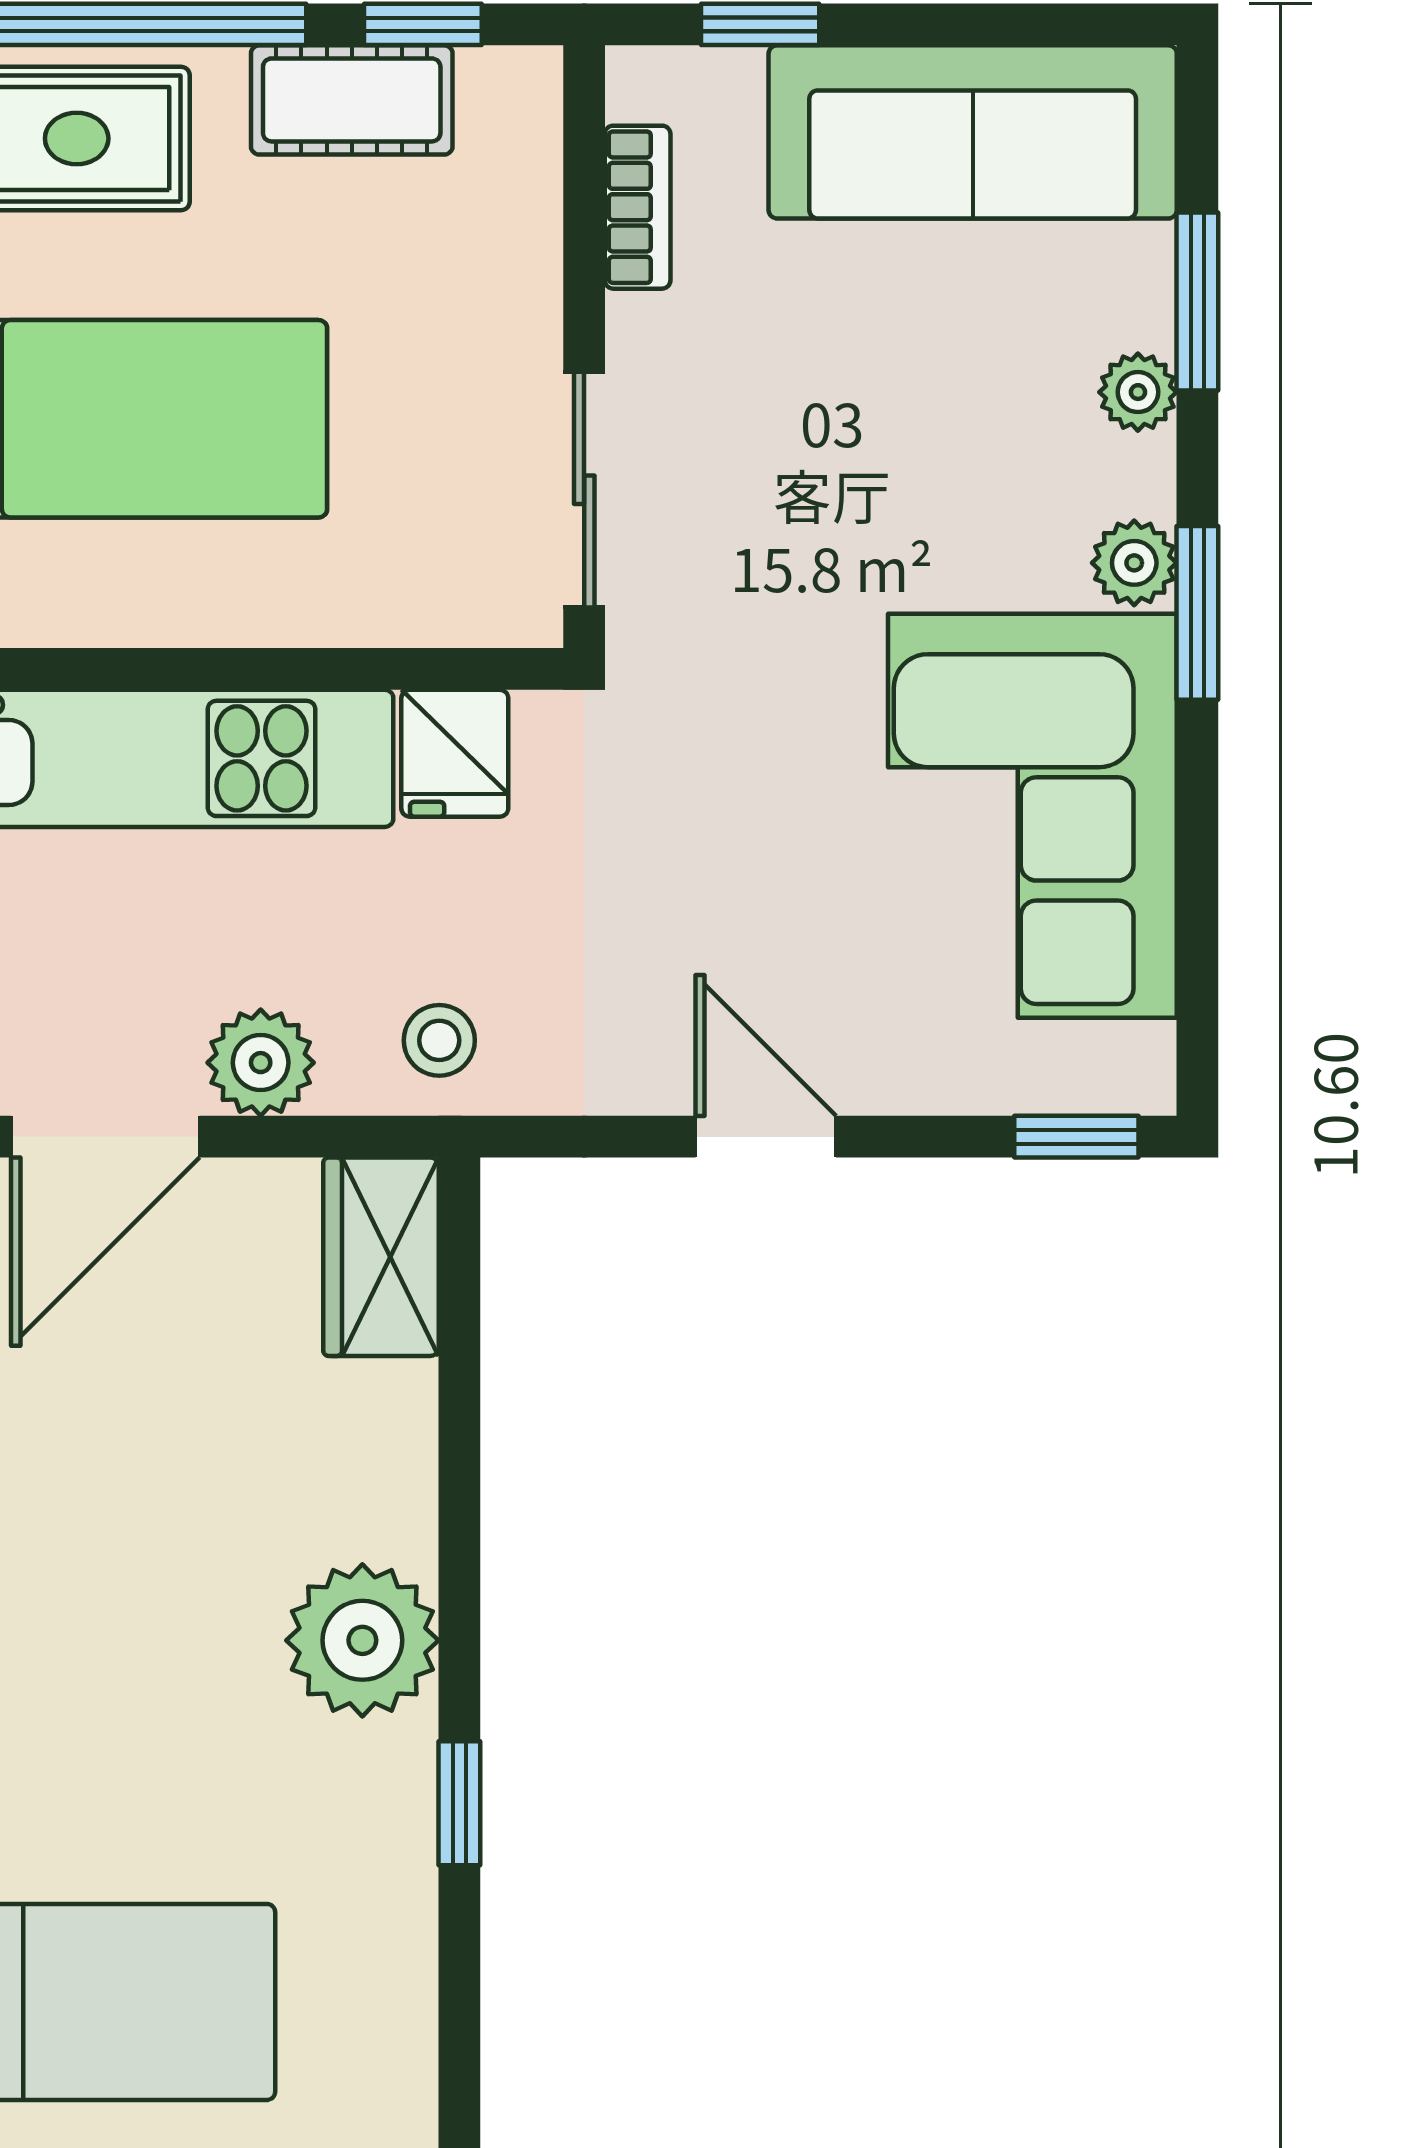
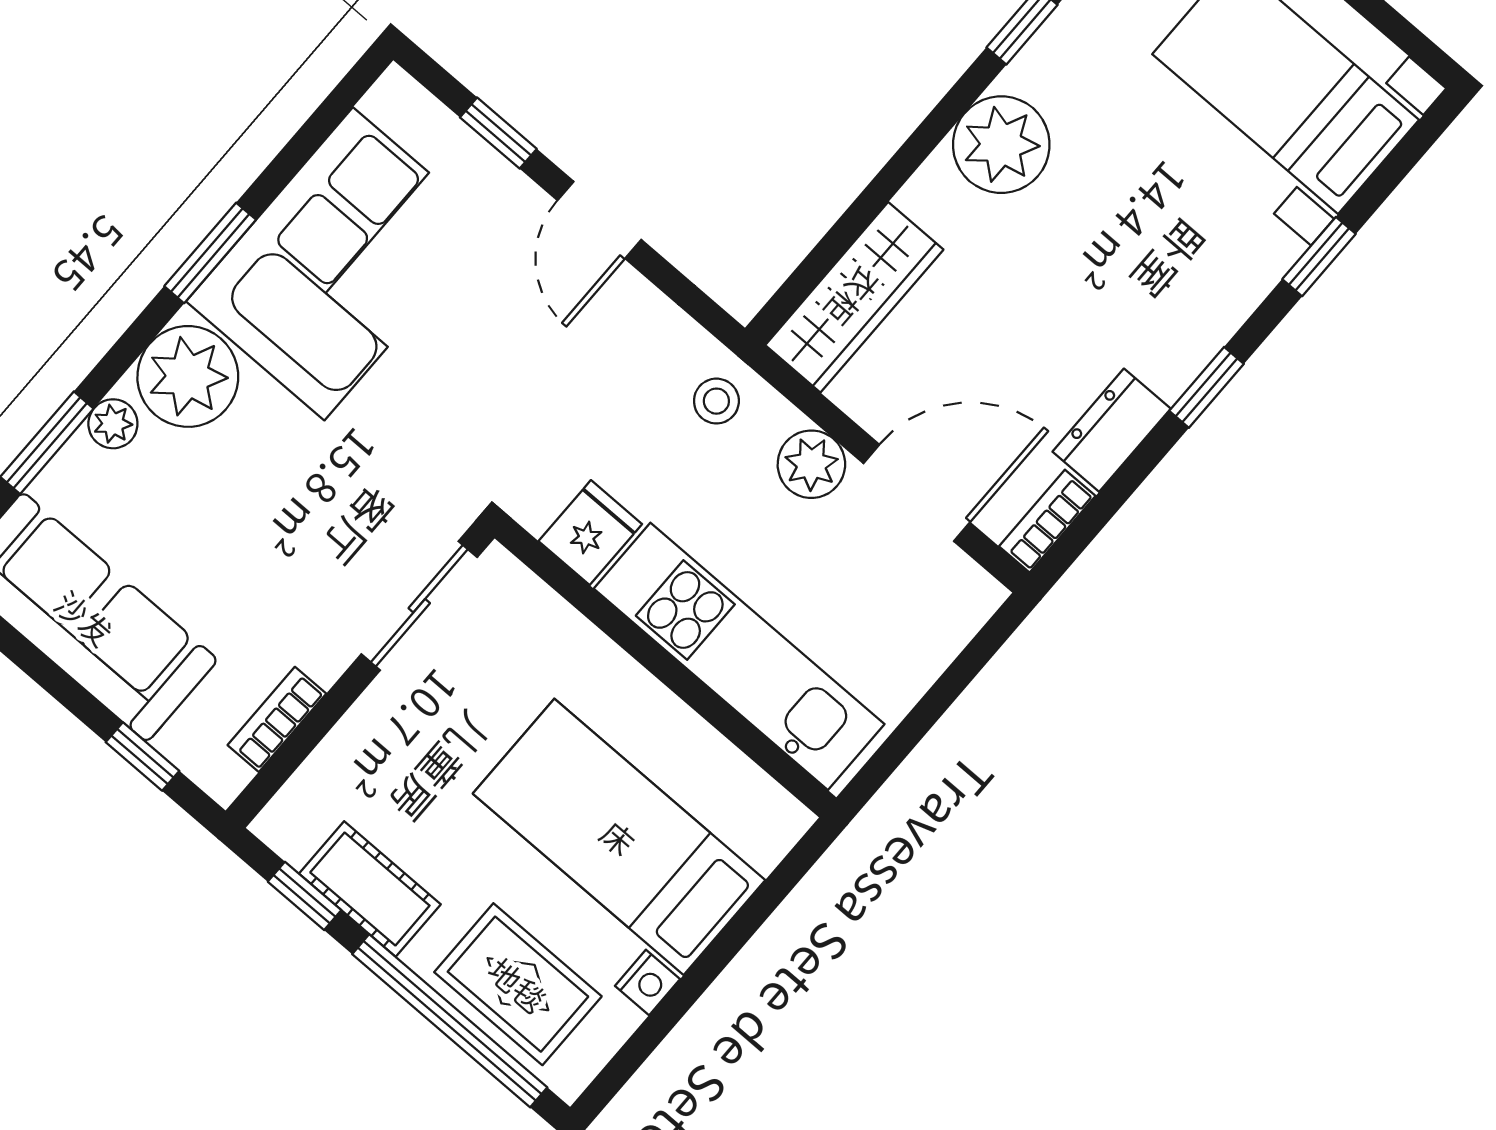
plant: (1134, 563) -> (188, 376), width x1.88, depth x1.88
window: (1197, 613) -> (210, 253), moved
window: (1076, 1137) -> (498, 133), moved
wardrobe: (381, 1257) -> (854, 297), width x1.50

